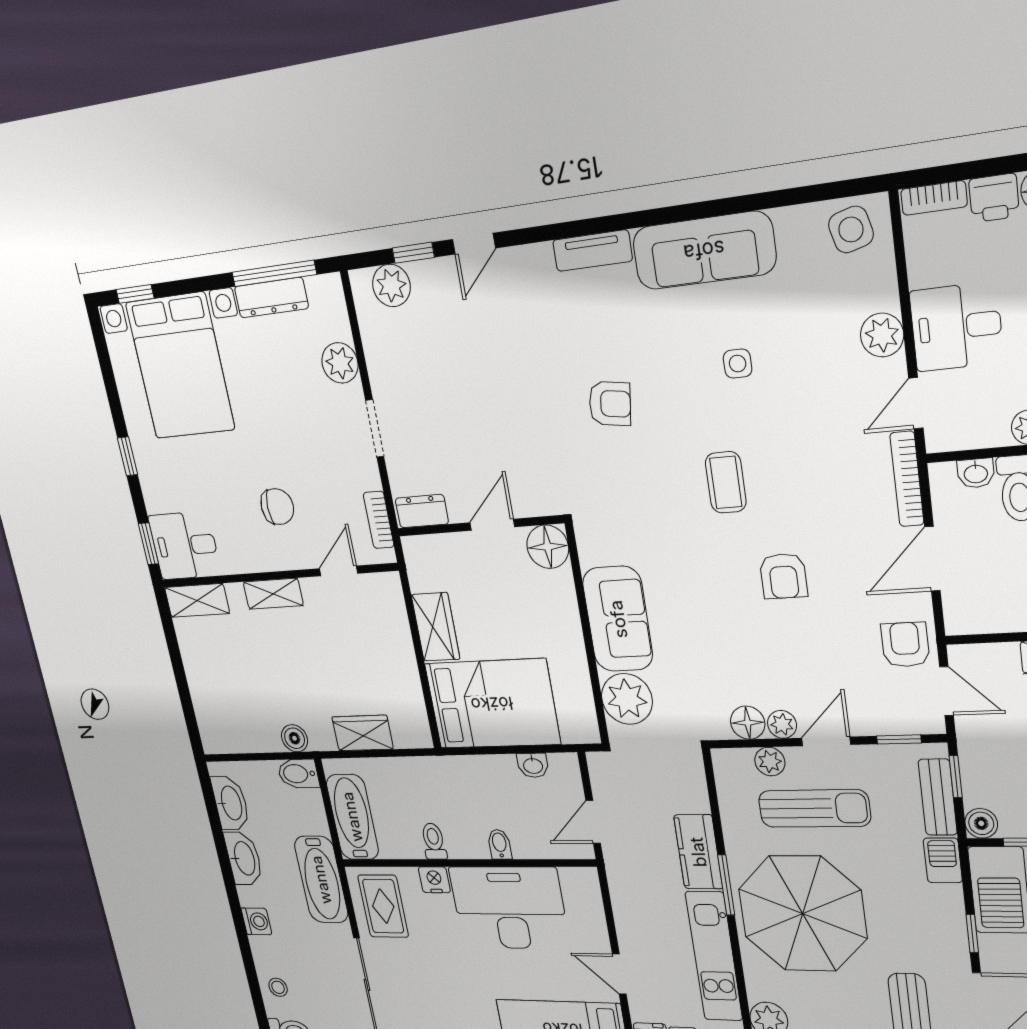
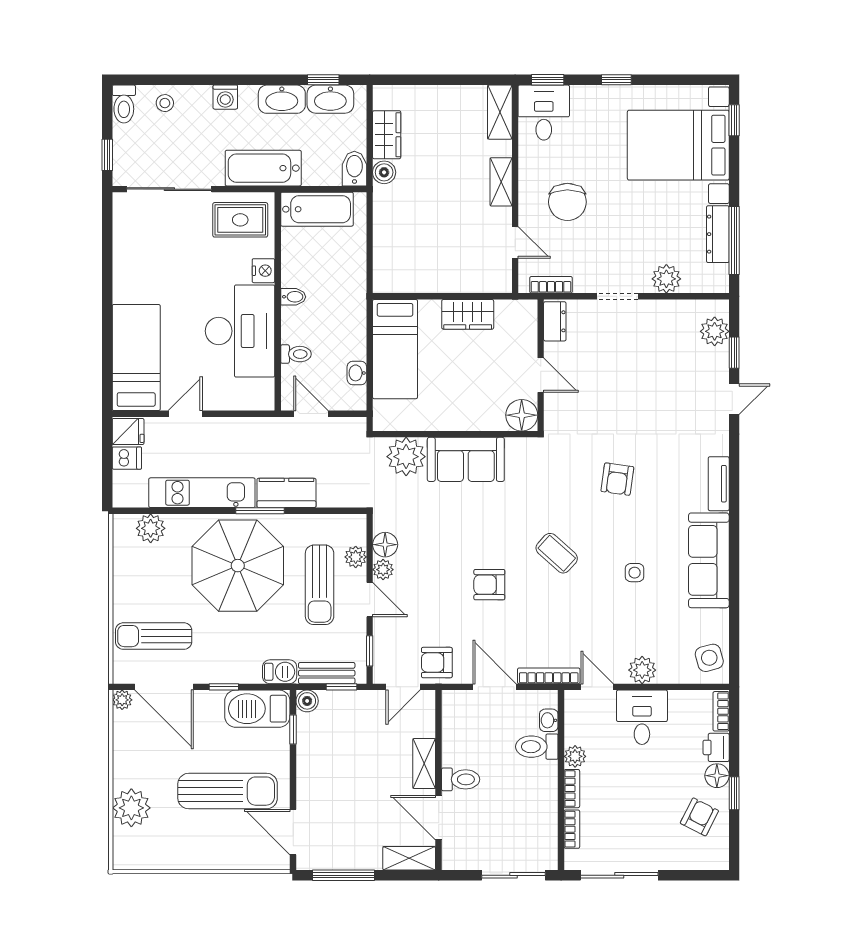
door: (474, 244) -> (734, 399), swing flipped
coffee table: (726, 482) -> (557, 553), turned 42
chair: (277, 507) -> (567, 202), width x1.37, depth x1.37
armchair: (905, 645) -> (437, 663), turned 180
bed: (492, 704) -> (395, 349), width x0.67
wardrobe: (363, 733) -> (387, 135), moved
window: (213, 812) -> (323, 80), added
toilet: (434, 841) -> (296, 354), moved
bidet: (500, 844) -> (293, 297), moved

